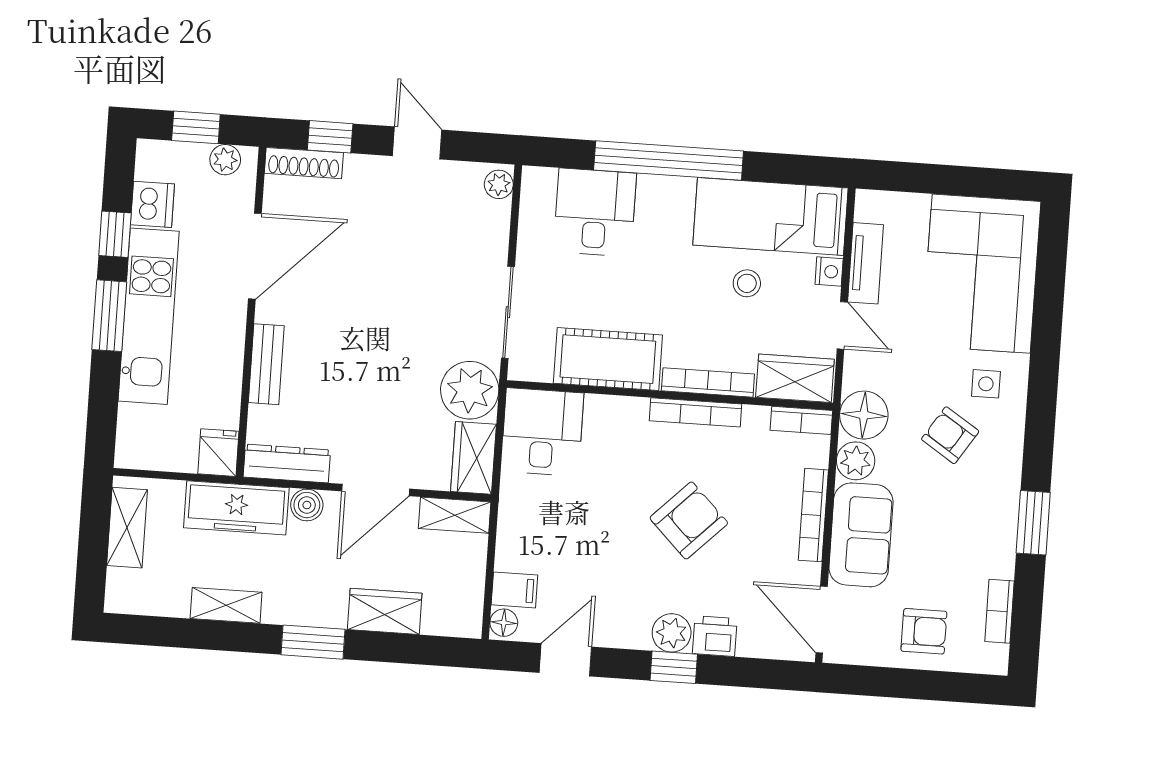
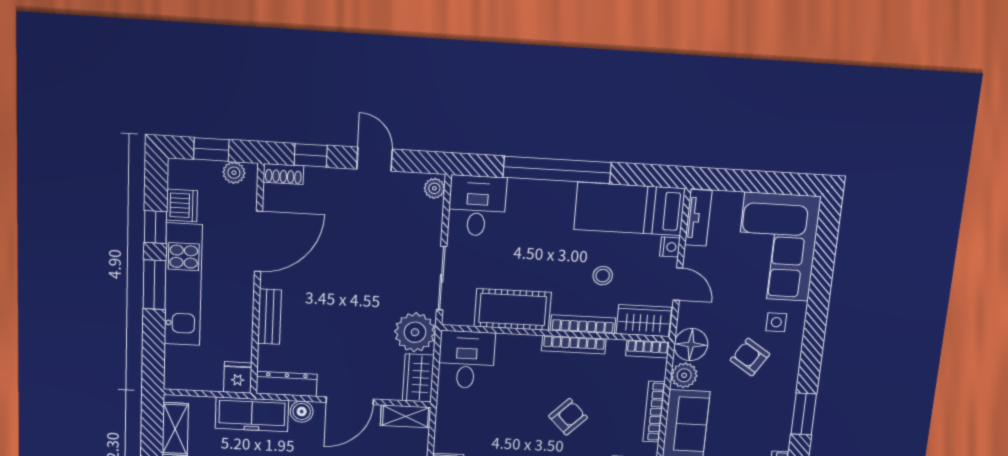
shoe rack: (304, 163) -> (283, 174), width x0.70
desk: (595, 212) -> (477, 206), moved
tv unit: (865, 263) -> (698, 218), moved
stool: (747, 283) -> (603, 276), moved
armchair: (689, 520) -> (568, 417), width x0.72, depth x0.72

